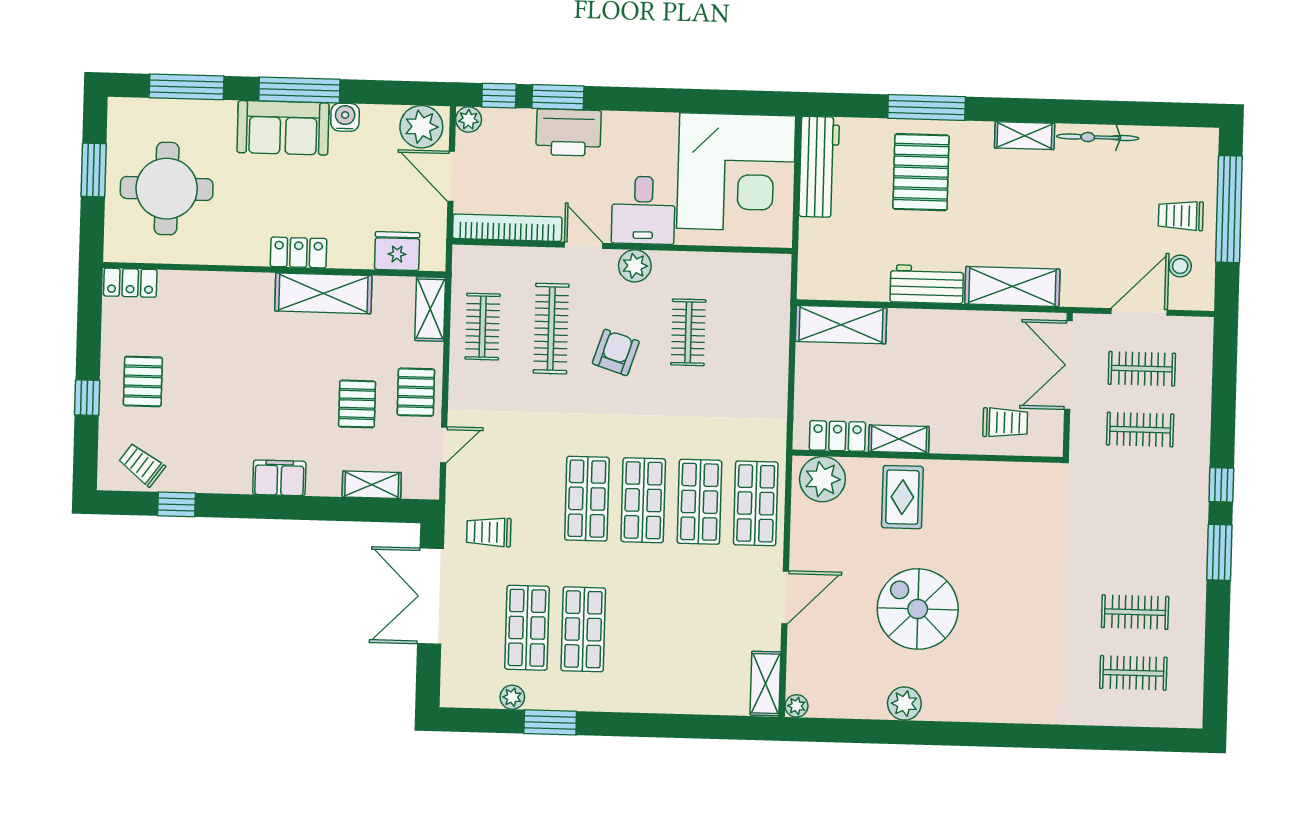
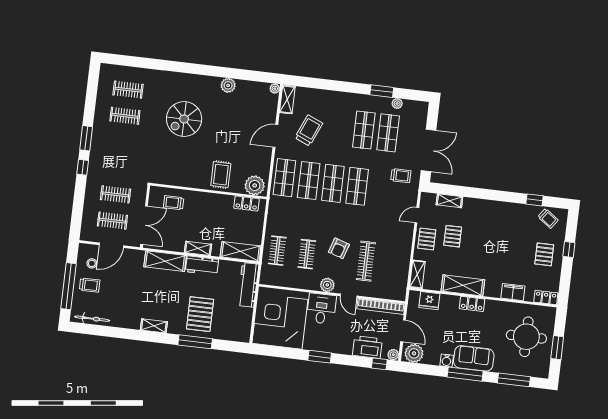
window: (558, 97) -> (320, 357), moved
printer: (569, 133) -> (367, 347), moved
bicycle: (1098, 137) -> (92, 319), moved
workbench: (819, 167) -> (248, 285), moved
clothes rail: (483, 327) -> (277, 251), moved
shelving: (899, 439) -> (198, 248), moved
filing cabinet: (279, 478) -> (513, 292), moved, turned 180
spiral stairs: (918, 609) -> (184, 119), moved, turned 90
trolley: (710, 617) -> (309, 131), added

